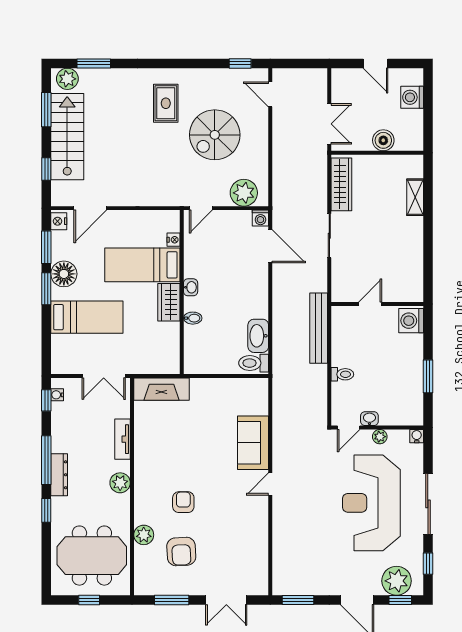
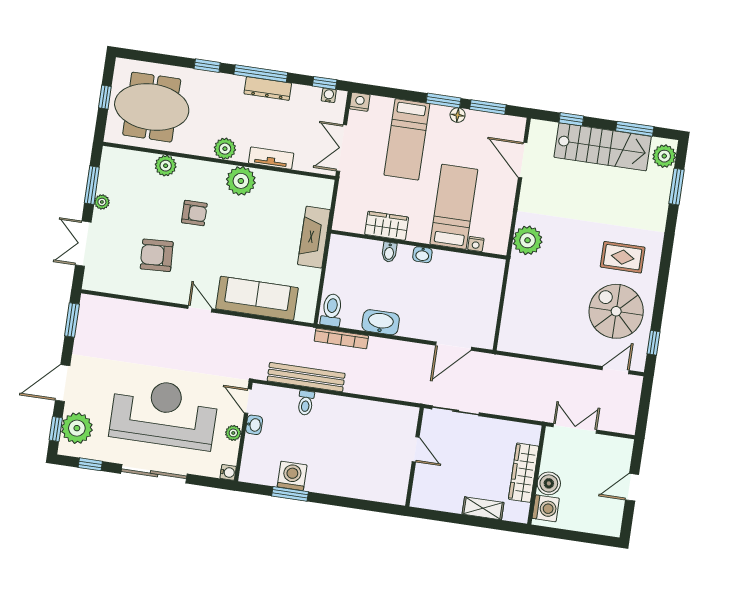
washing machine: (412, 97) -> (546, 508), moved, turned 90
double door: (329, 124) -> (575, 428), swing flipped
spiral stairs: (215, 135) -> (616, 311), moved
wardrobe: (341, 184) -> (524, 473), moved, turned 90
plant: (244, 193) -> (528, 240), moved
door: (201, 208) -> (505, 278), removed
washing machine: (260, 218) -> (485, 340), removed
nightstand: (59, 221) -> (360, 102), moved
floor lamp: (64, 274) -> (458, 115), width x0.53, depth x0.53
wardrobe: (169, 302) -> (387, 226), moved
door: (370, 304) -> (416, 449), moved
wall: (377, 304) -> (414, 457), moved
washing machine: (411, 321) -> (292, 476), moved
bench: (319, 328) -> (306, 377), moved
washbasin: (258, 336) -> (381, 322), moved
bookcase: (278, 350) -> (341, 338), added
fireplace: (161, 389) -> (314, 237), moved
sofa: (253, 443) -> (257, 298), width x1.36
plant: (148, 464) -> (241, 181), added
dresser: (59, 475) -> (268, 89), moved
armchair: (181, 552) -> (157, 255), moved
meeting table: (92, 556) -> (152, 107), turned 90
plant: (186, 588) -> (102, 202), added

